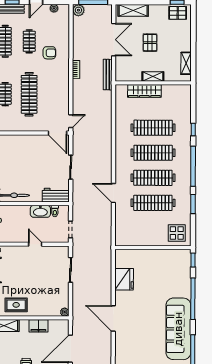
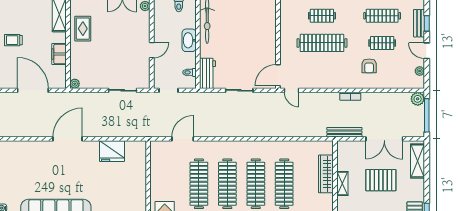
pallet: (150, 43) -> (381, 180), width x1.50, depth x1.42
door: (113, 193) -> (183, 139), moved
washbasin: (40, 211) -> (189, 40), moved

